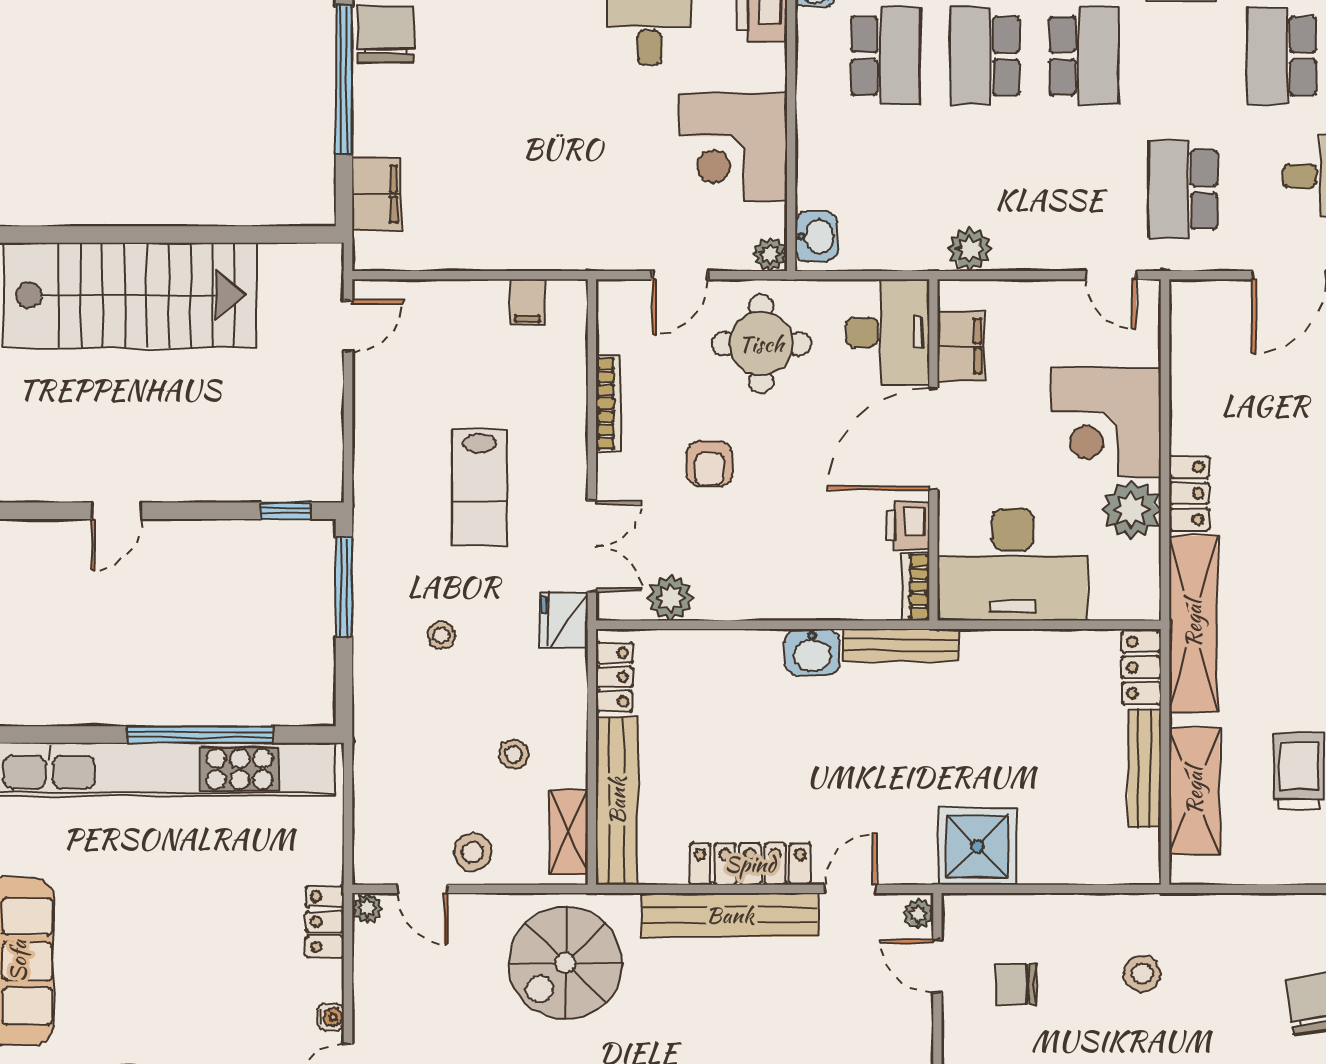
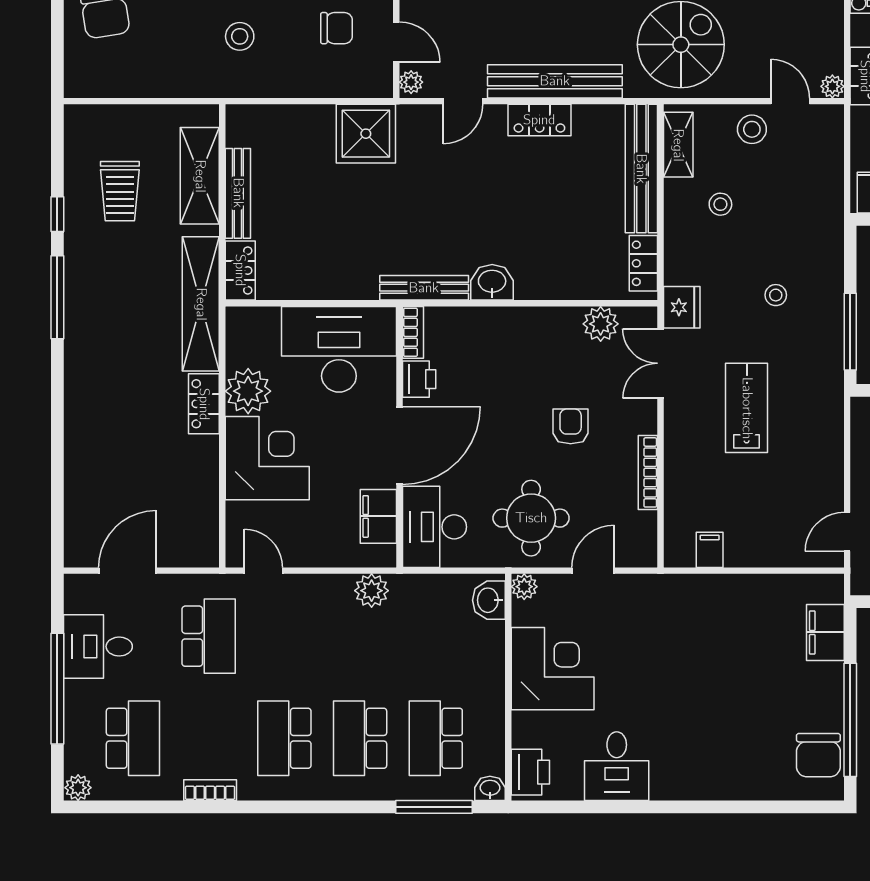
school desk: (985, 56) -> (360, 738), turned 180
locker: (750, 864) -> (539, 120), width x0.66

